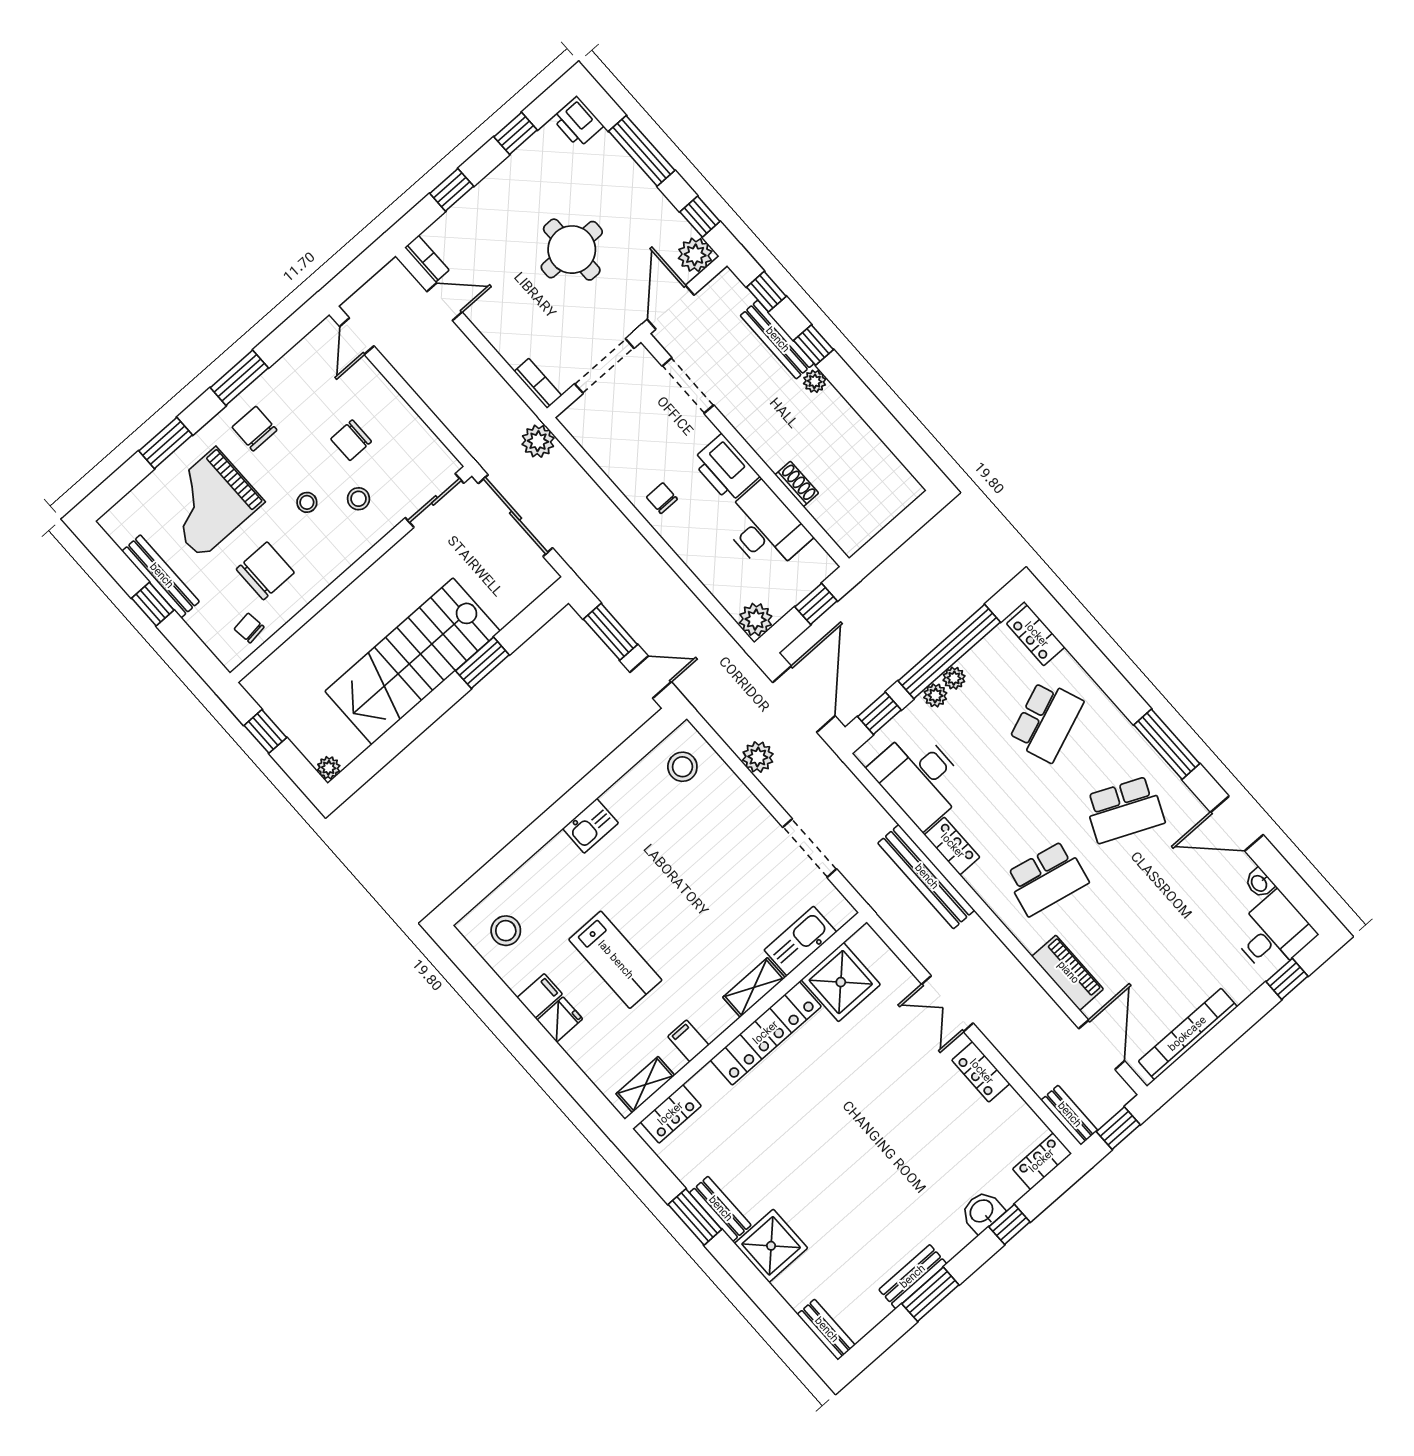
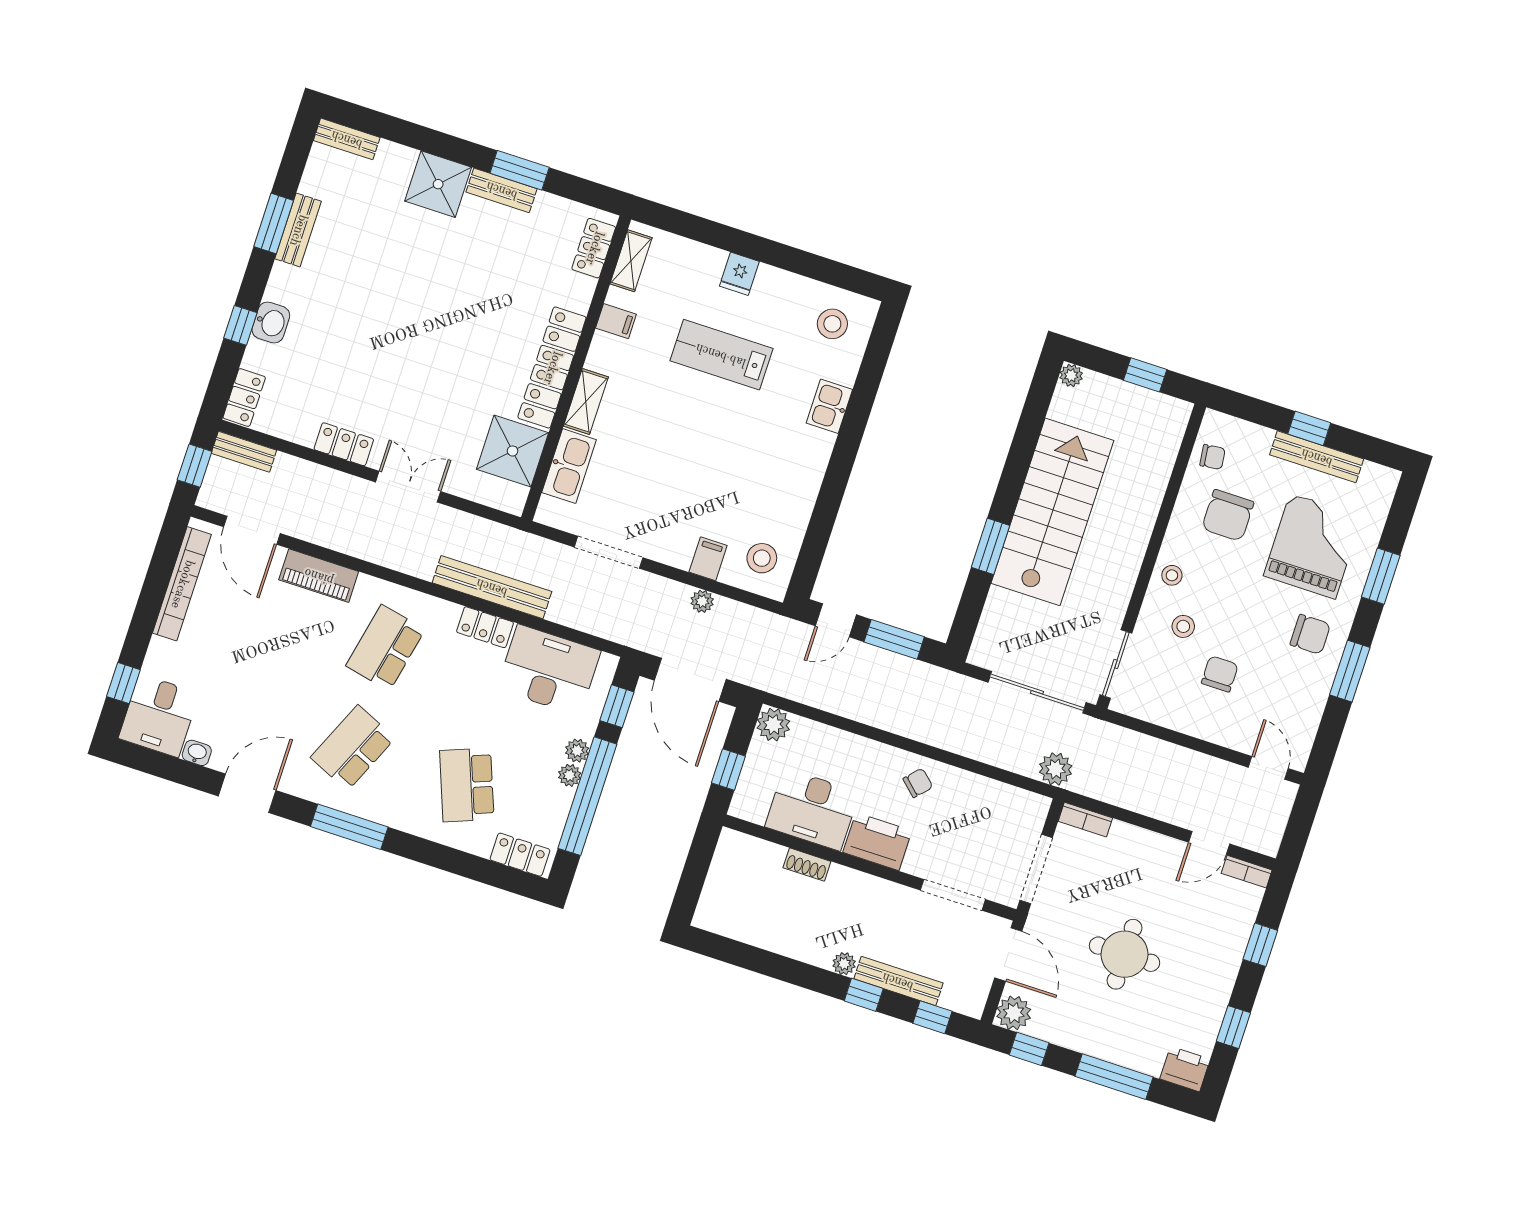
chair: (662, 498) -> (918, 783), turned -47
stool: (307, 502) -> (1172, 575), moved
plant: (758, 757) -> (702, 601), width x0.73, depth x0.73
kitchen sink: (590, 826) -> (829, 406), moved
filing cabinet: (540, 996) -> (708, 559), moved, turned 180

